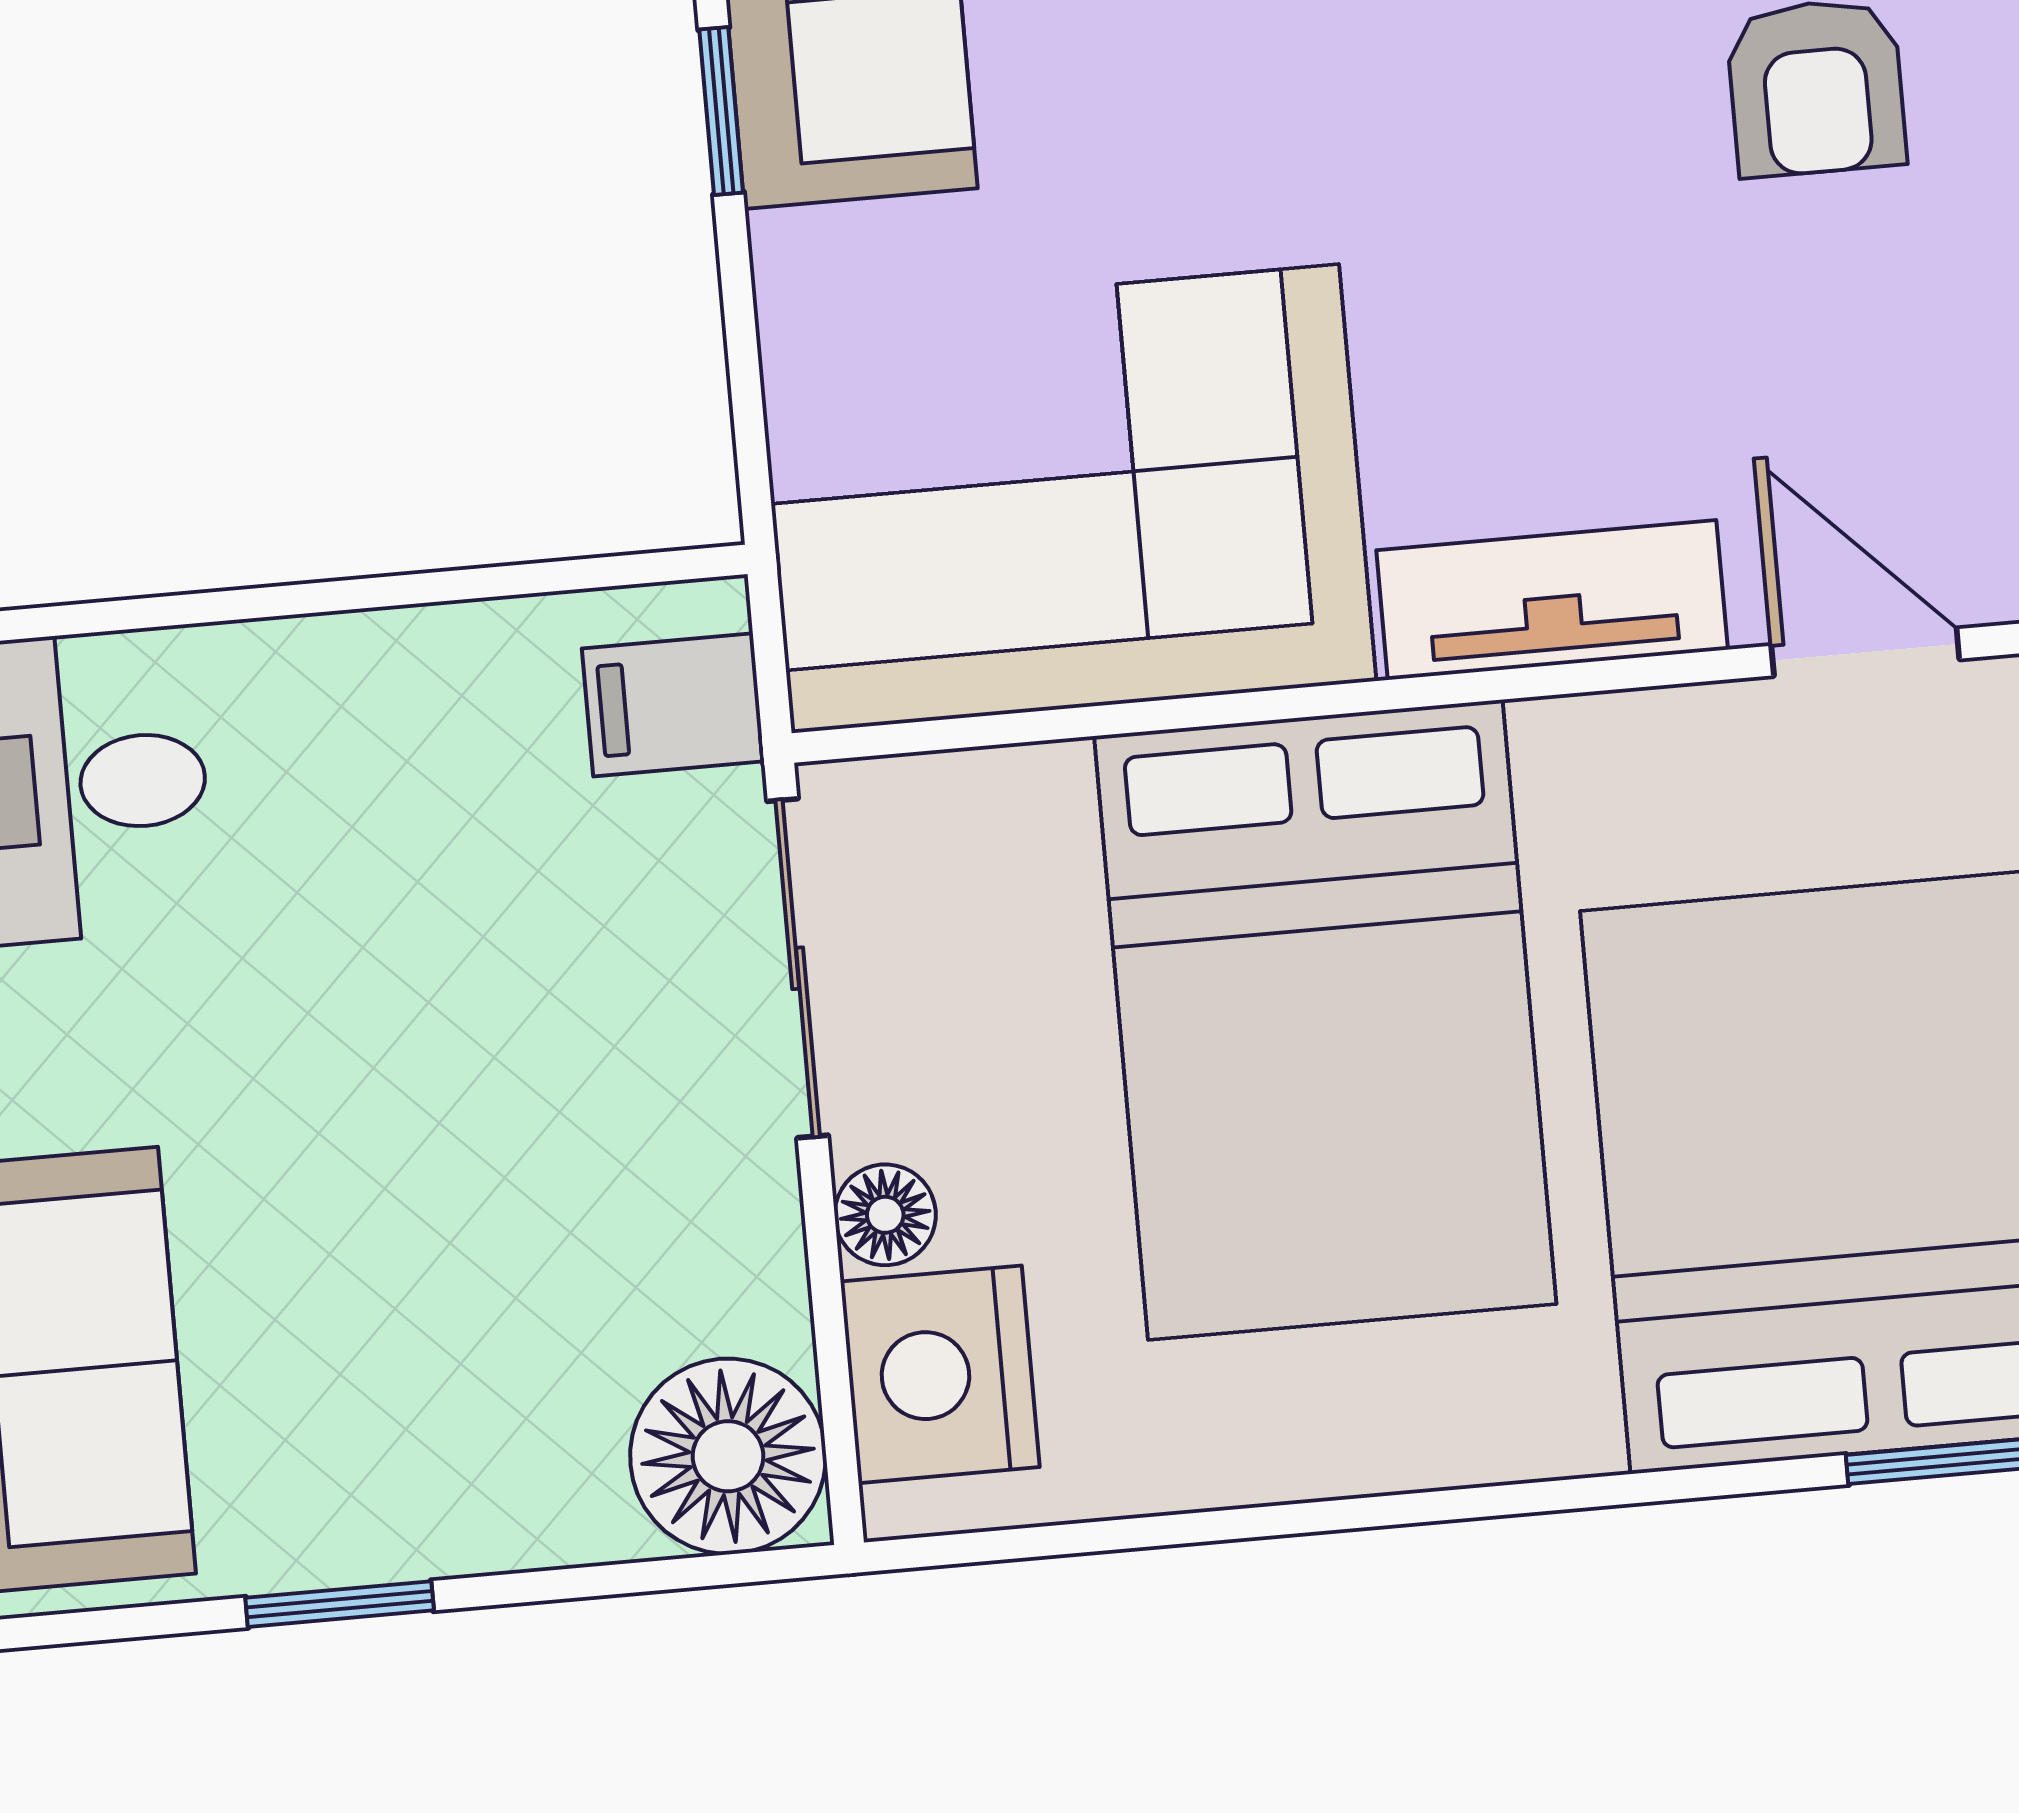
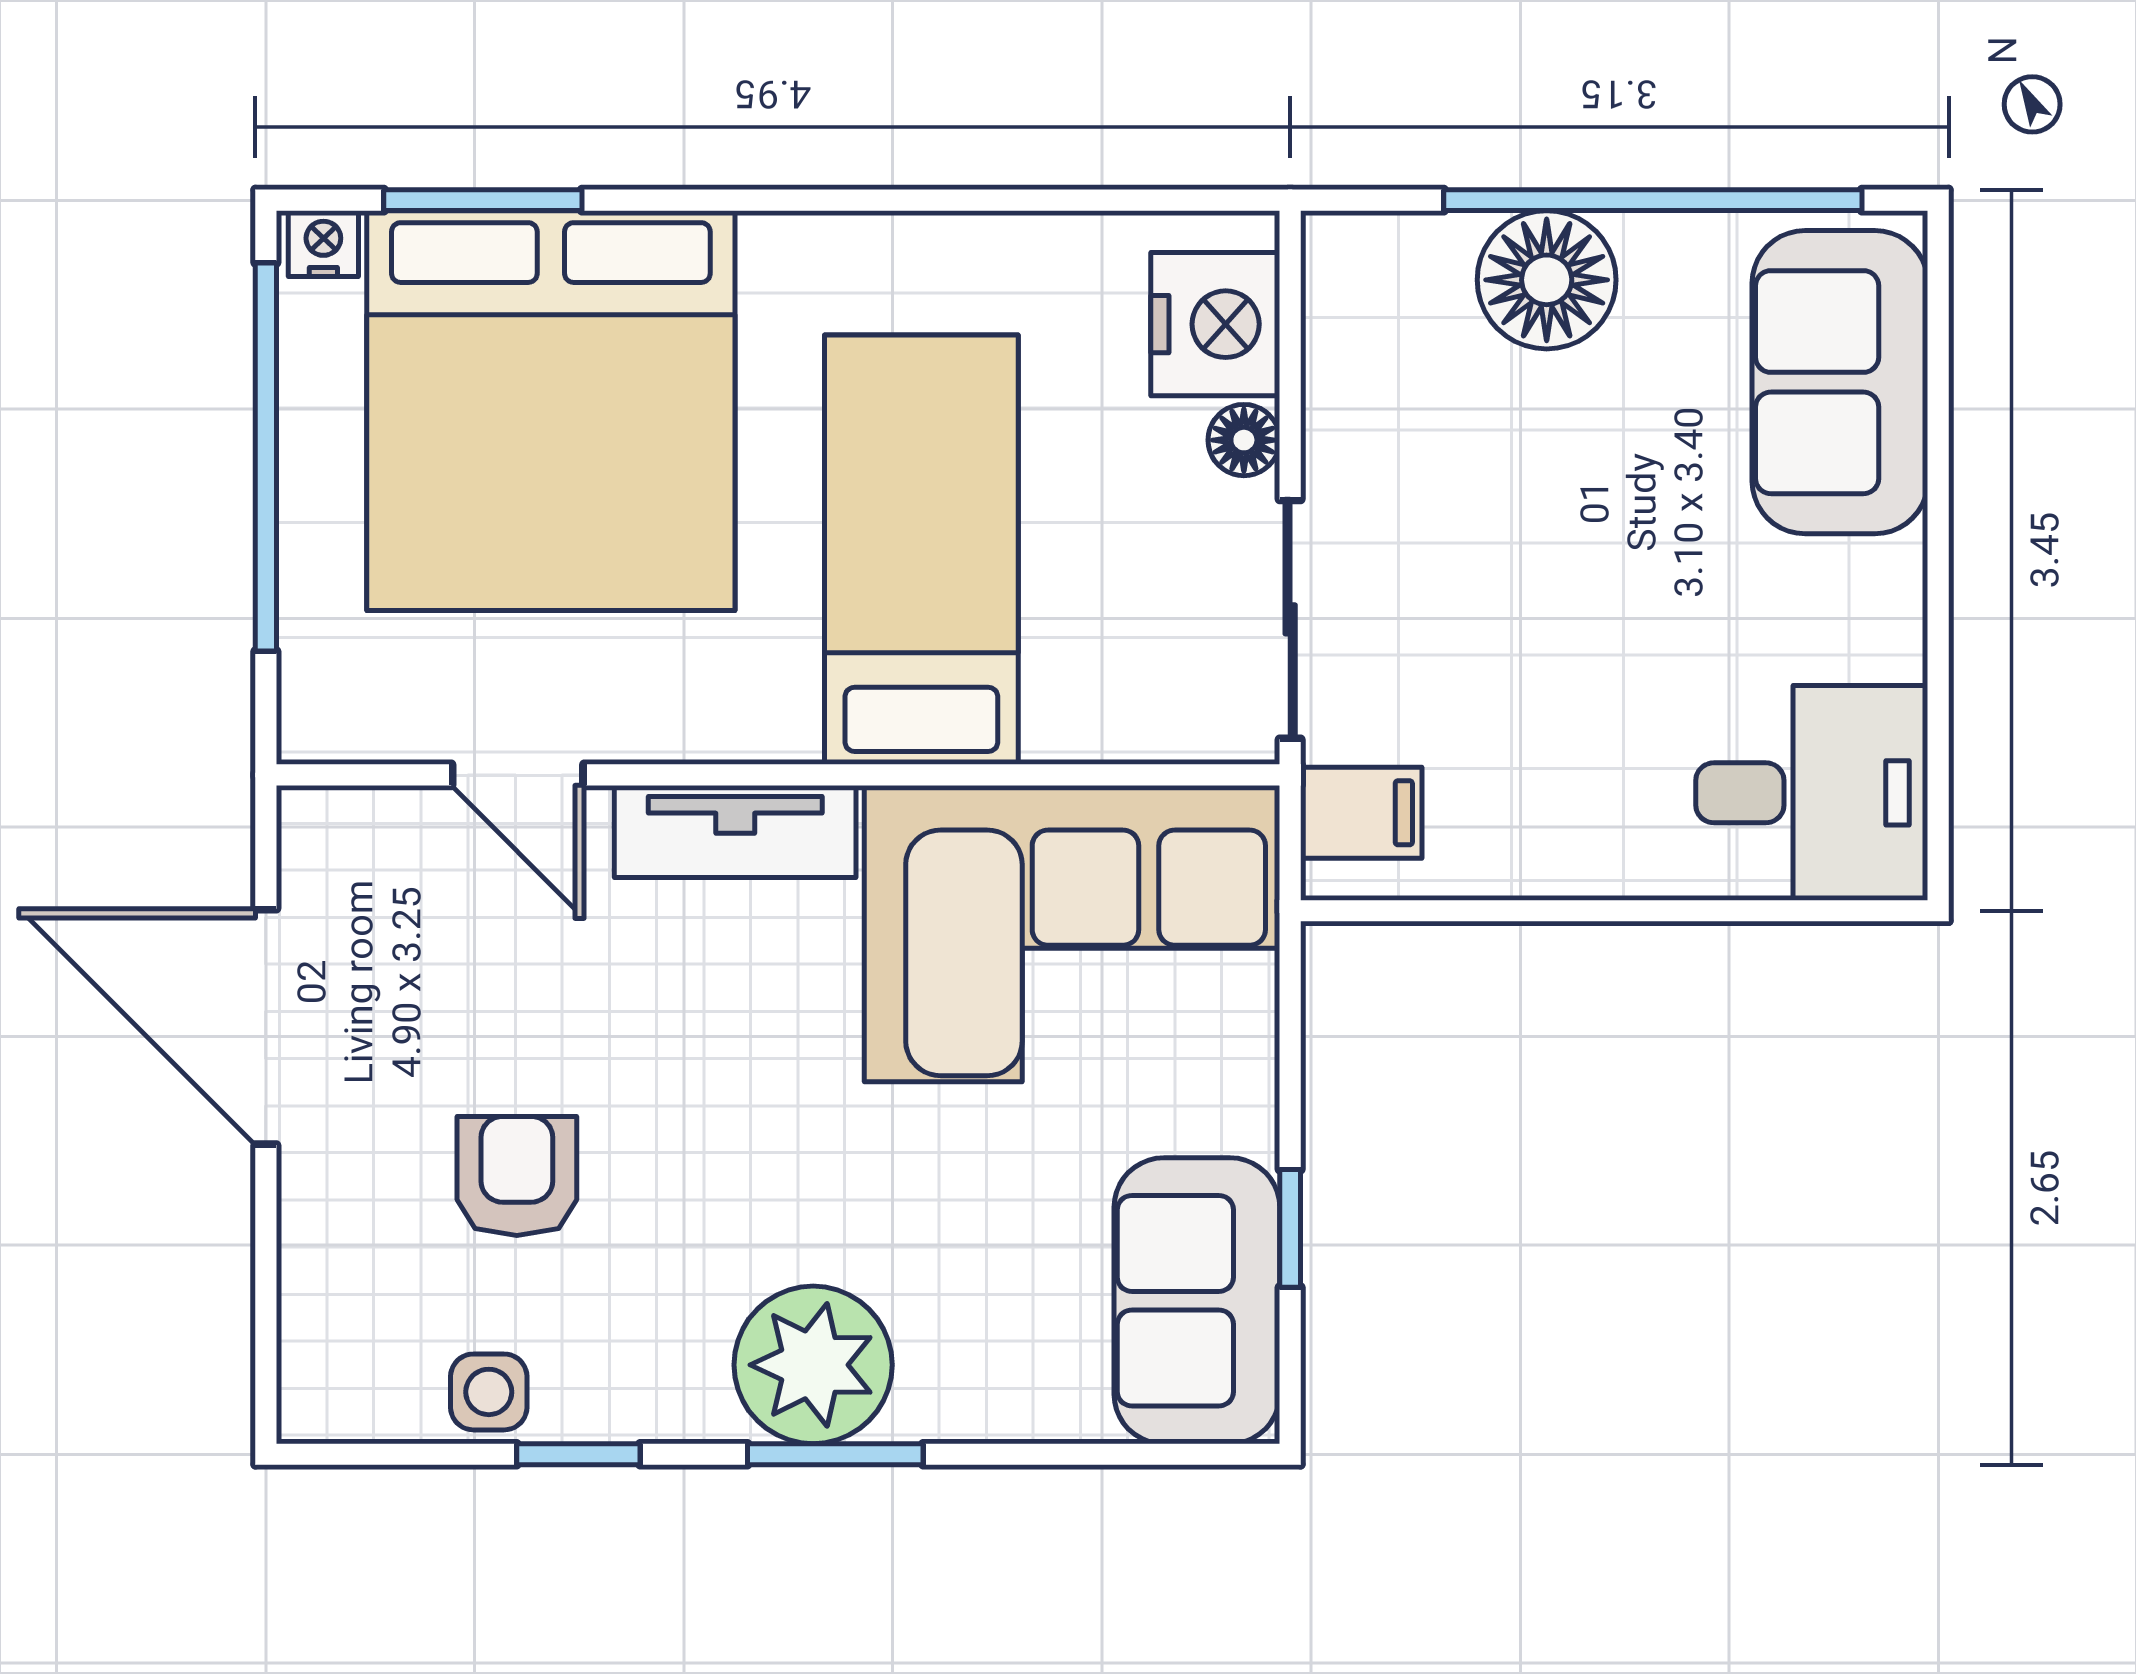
bed: (1325, 1020) -> (921, 550), width x0.67
floor lamp: (728, 1456) -> (1547, 280), moved
window: (340, 1604) -> (1653, 200), width x3.17

